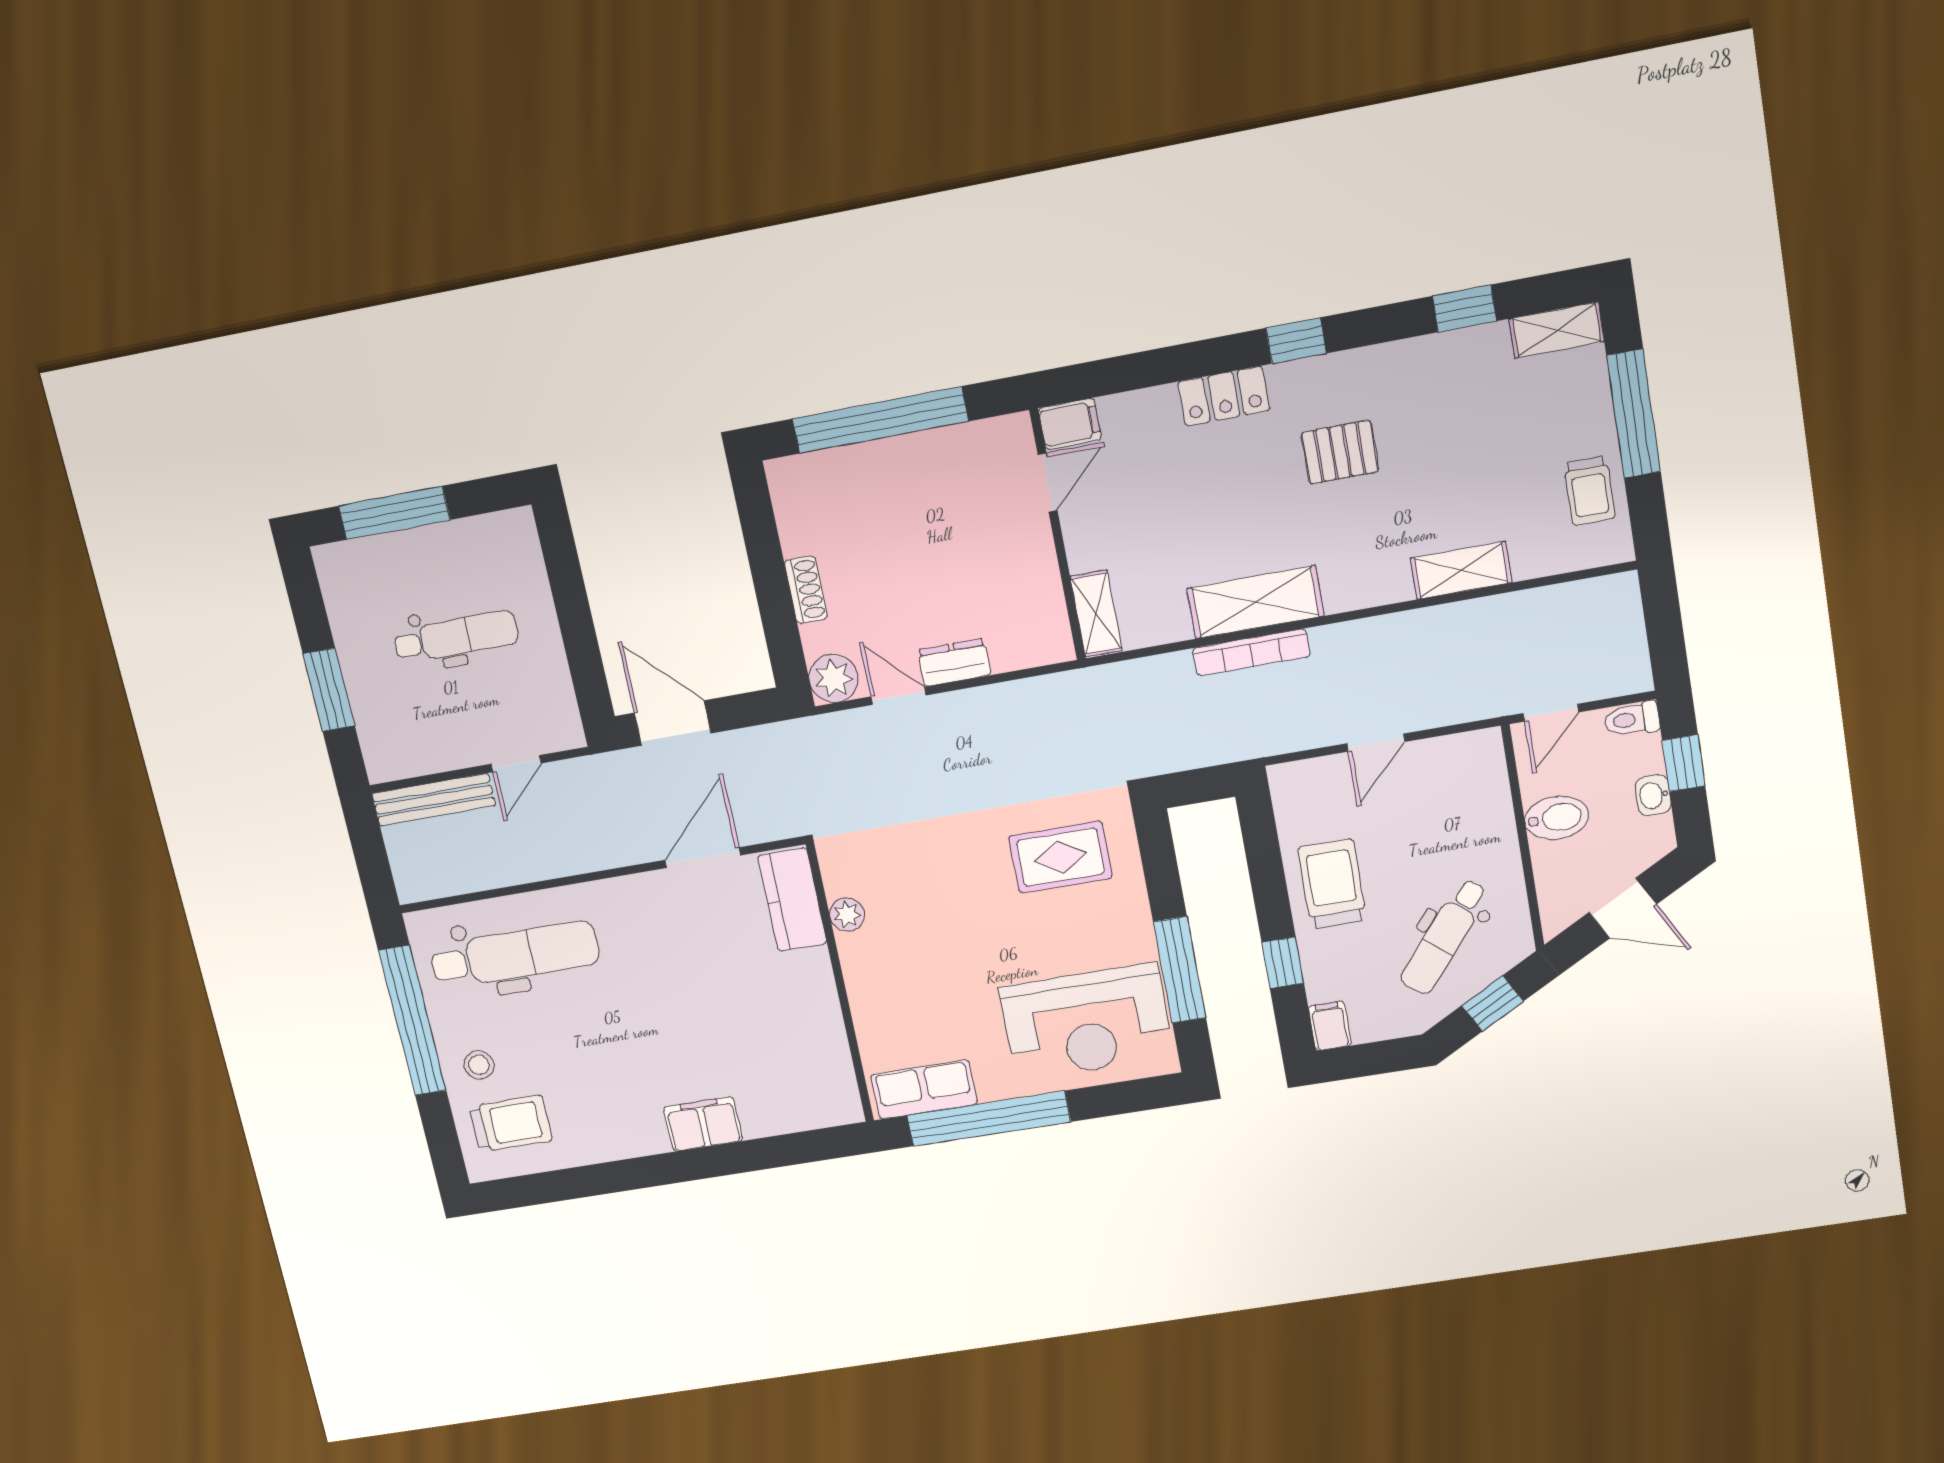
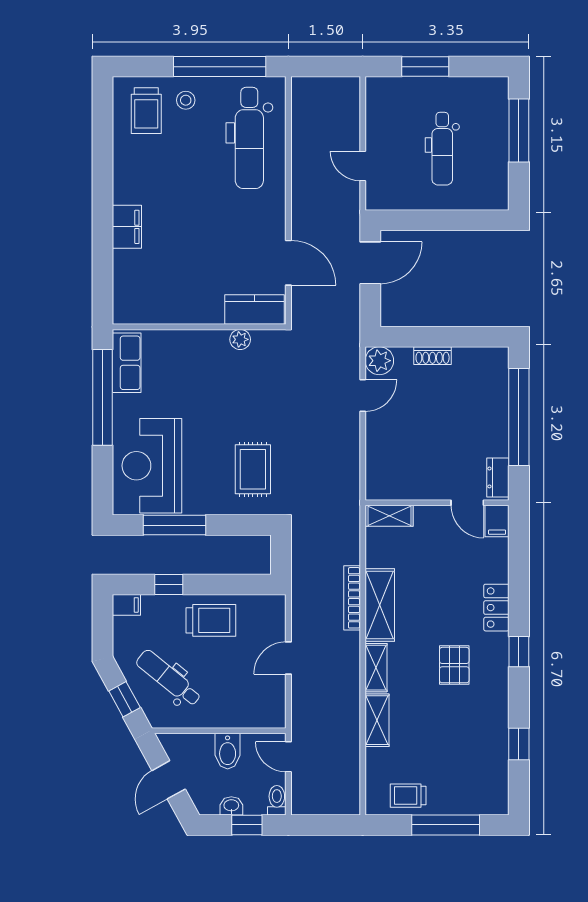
shelving: (1557, 330) -> (376, 668), moved
dresser: (954, 662) -> (498, 477), moved, turned 180
door: (1376, 743) -> (288, 658), hinge flipped
bench: (434, 800) -> (350, 112), removed

